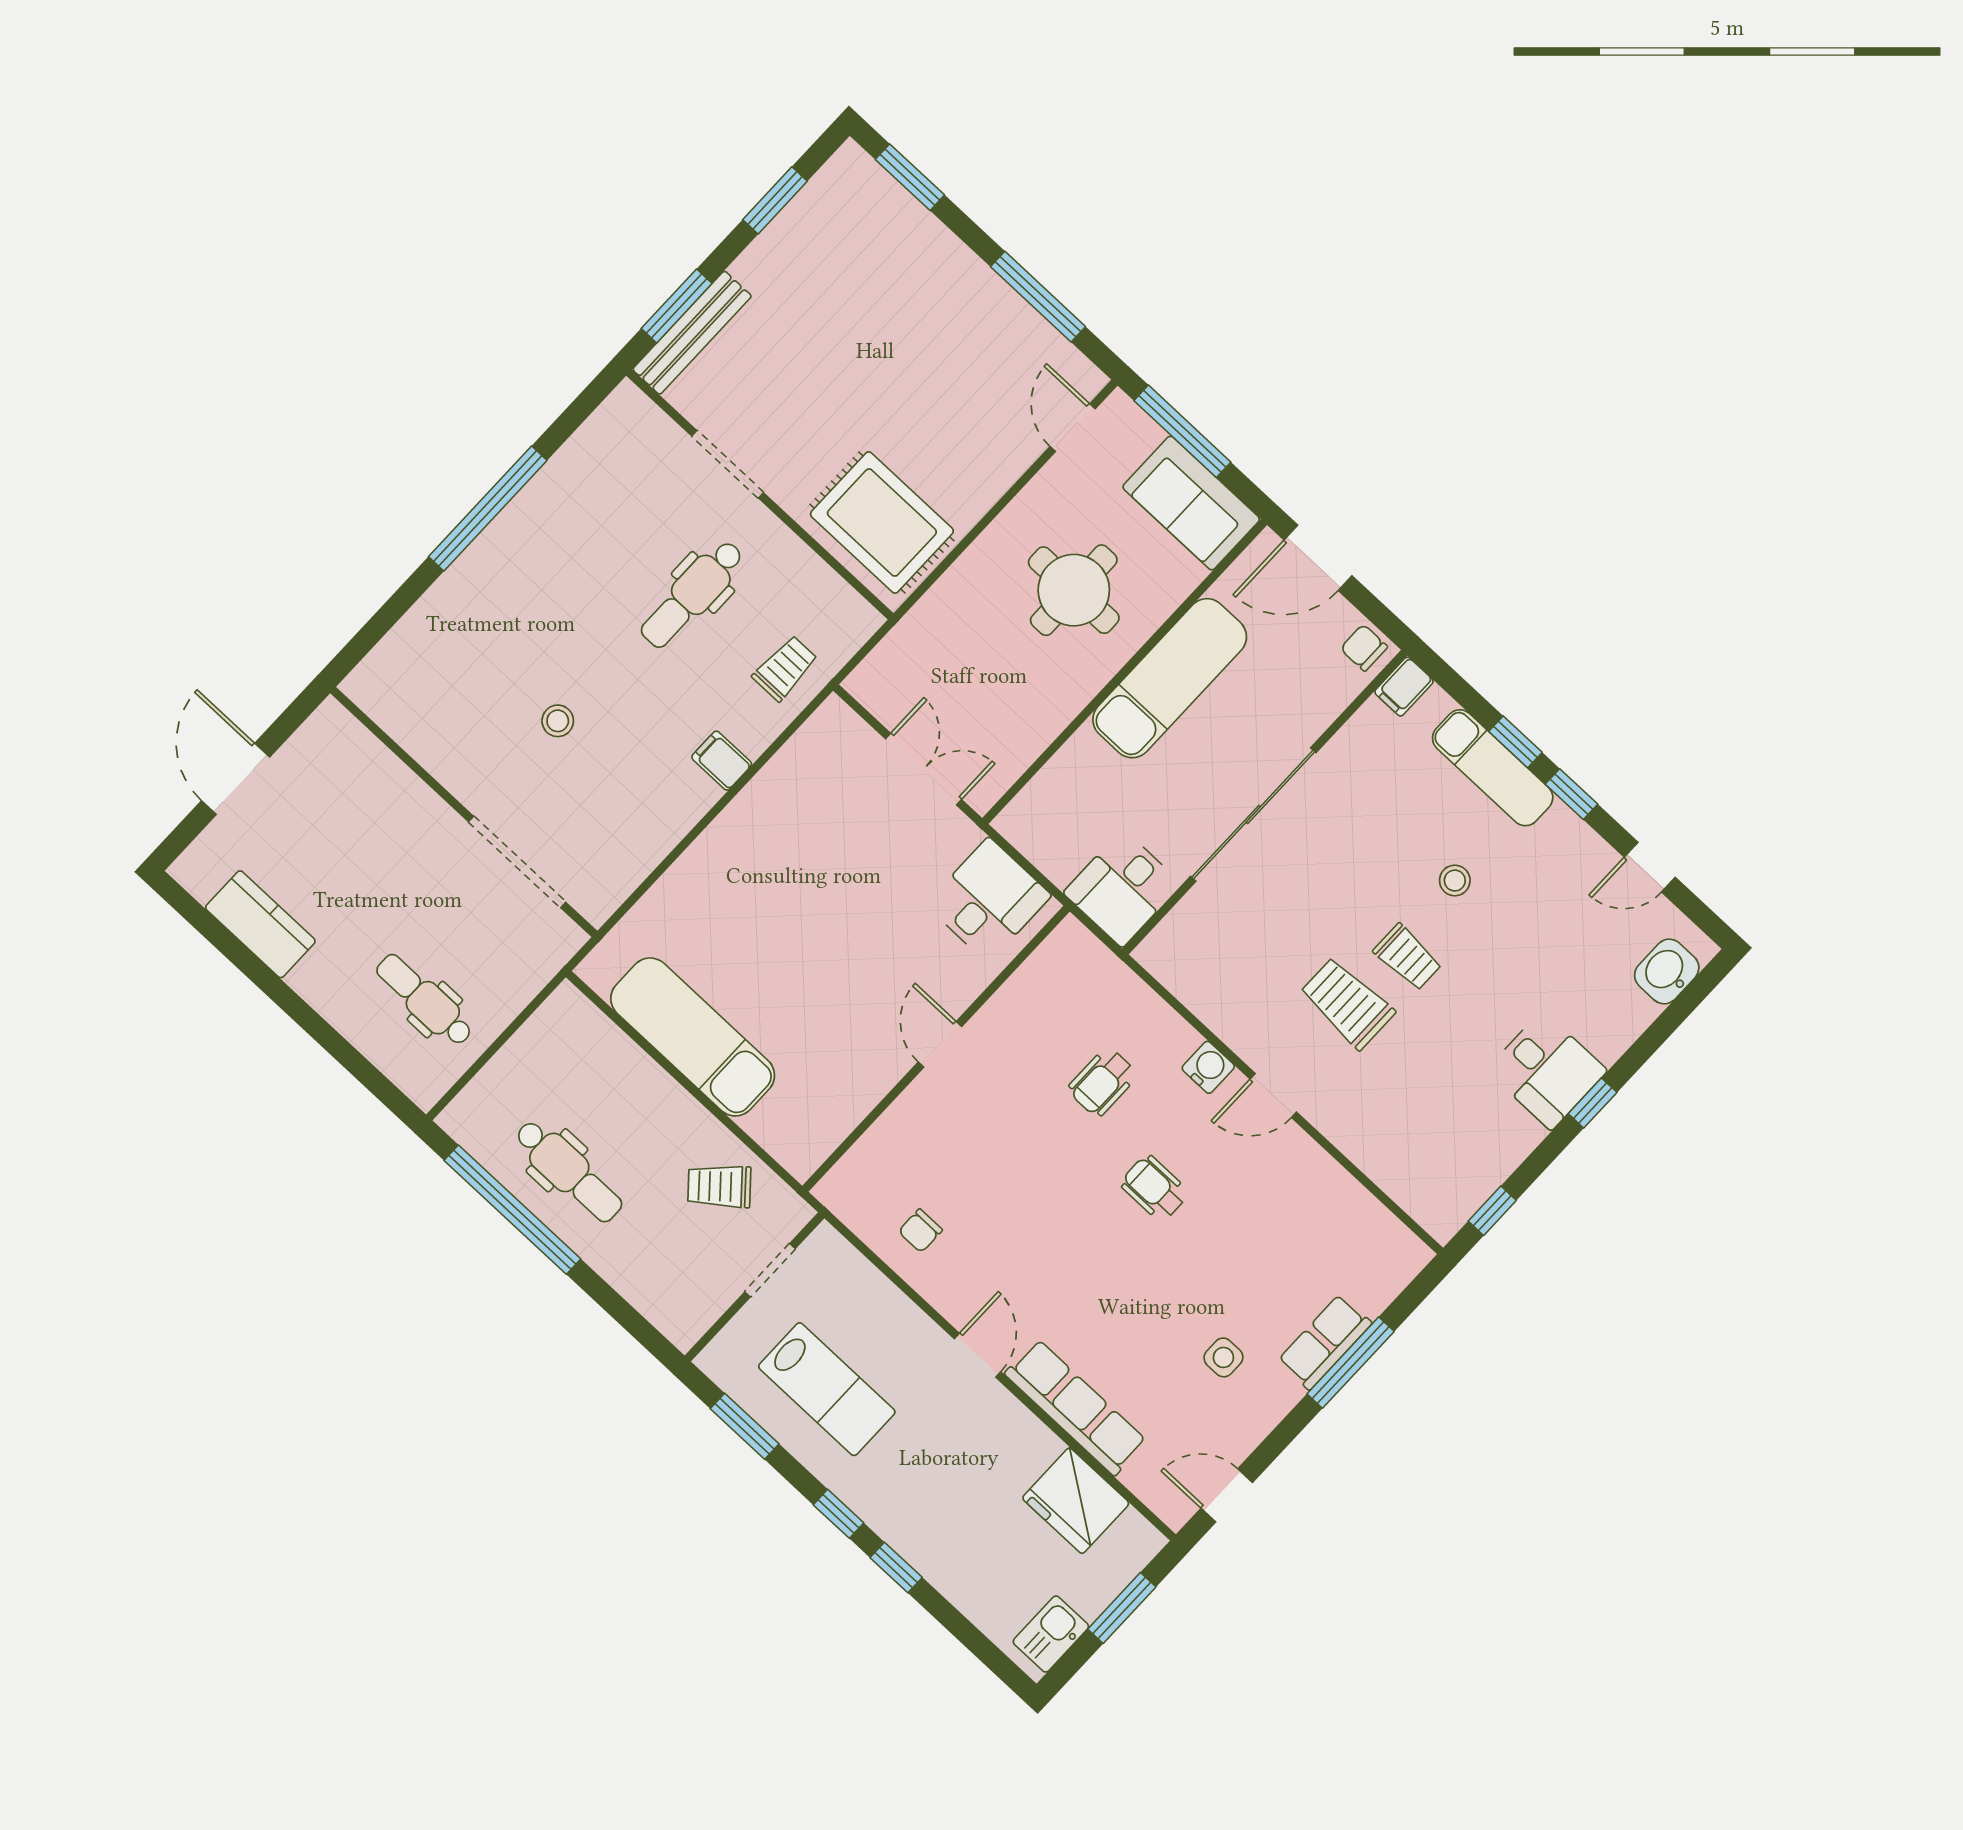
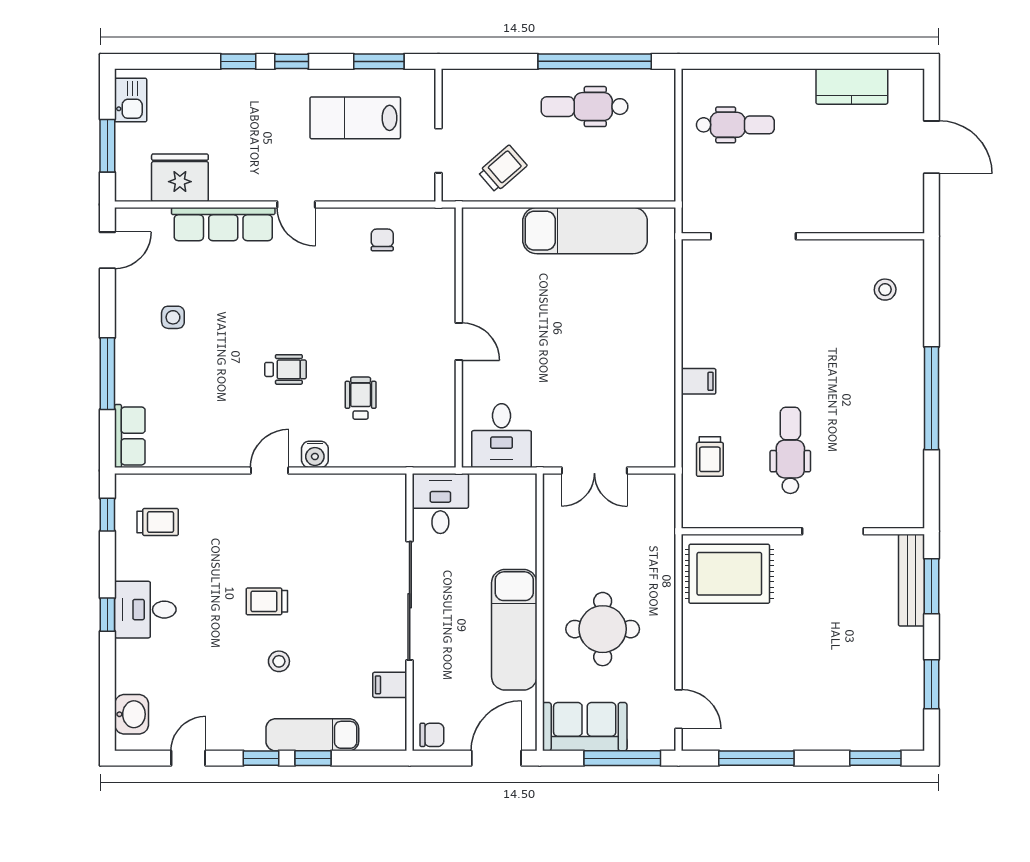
filing cabinet: (1404, 687) -> (390, 685), moved, turned -90
stool: (558, 721) -> (885, 290), moved
trolley: (1347, 1003) -> (158, 522), moved, width x0.73, depth x0.72
row of seats: (1325, 1342) -> (130, 436), moved

